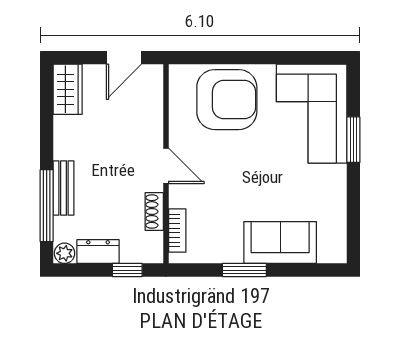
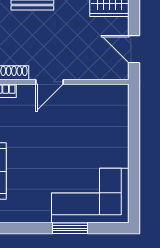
armchair: (227, 100) -> (101, 129), removed

